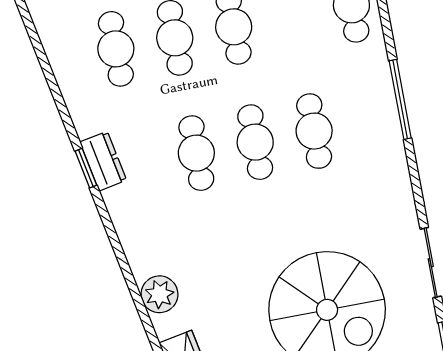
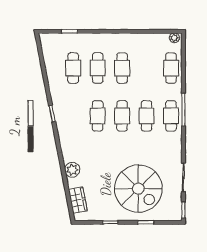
cafe table: (373, 120) -> (171, 116), added
dresser: (103, 161) -> (60, 112), removed

